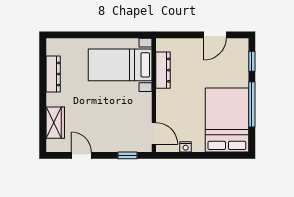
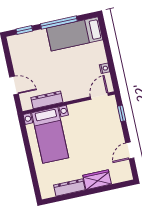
door: (215, 35) -> (14, 85), moved
bed: (227, 120) -> (75, 34), width x0.67
wardrobe: (55, 123) -> (97, 180), moved

